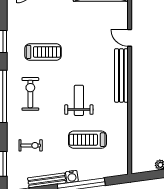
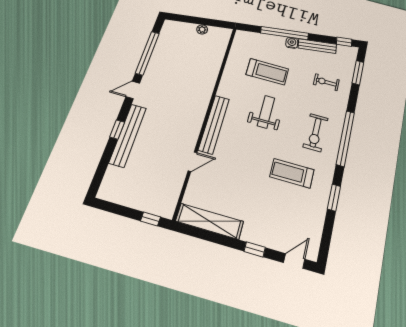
door: (130, 38) -> (192, 162), hinge flipped
weight bench: (79, 100) -> (266, 112), turned 180

